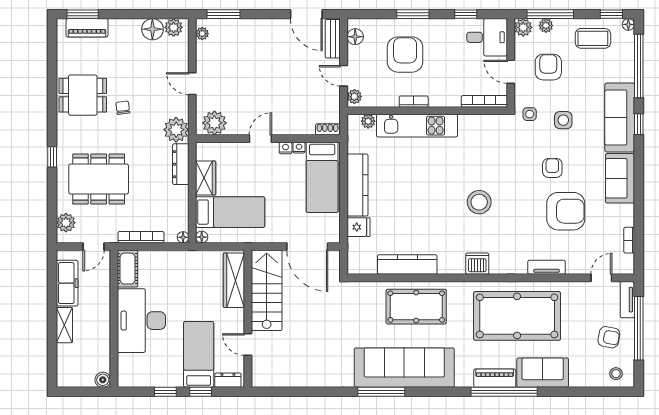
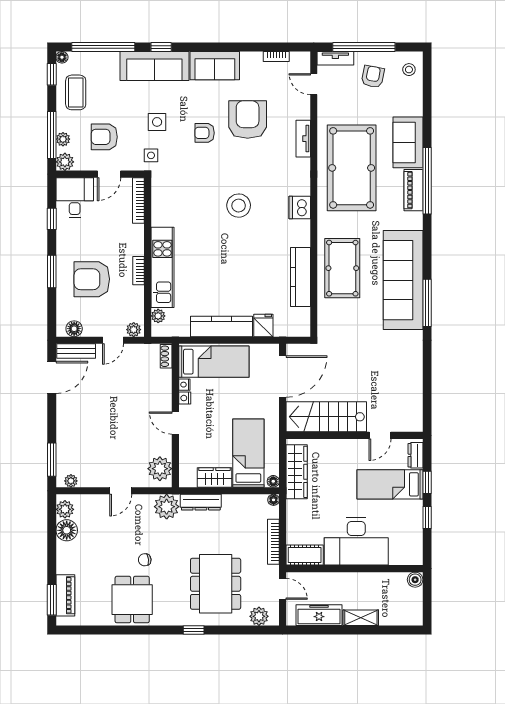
wardrobe: (234, 280) -> (297, 472), moved, turned -90

